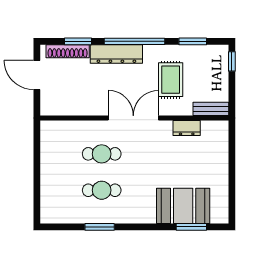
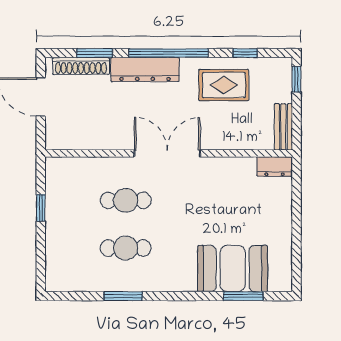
window: (193, 41) -> (245, 53), width x0.67
rug: (171, 80) -> (224, 85), moved, turned 90
bench: (211, 109) -> (283, 127), moved, turned 90
dresser: (187, 128) -> (275, 167), moved
window: (37, 160) -> (41, 208), added

